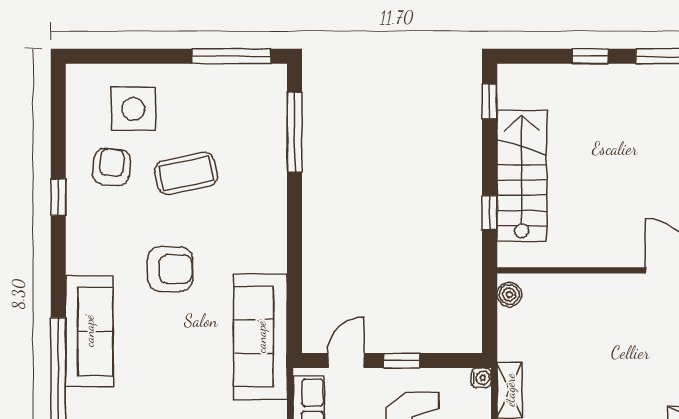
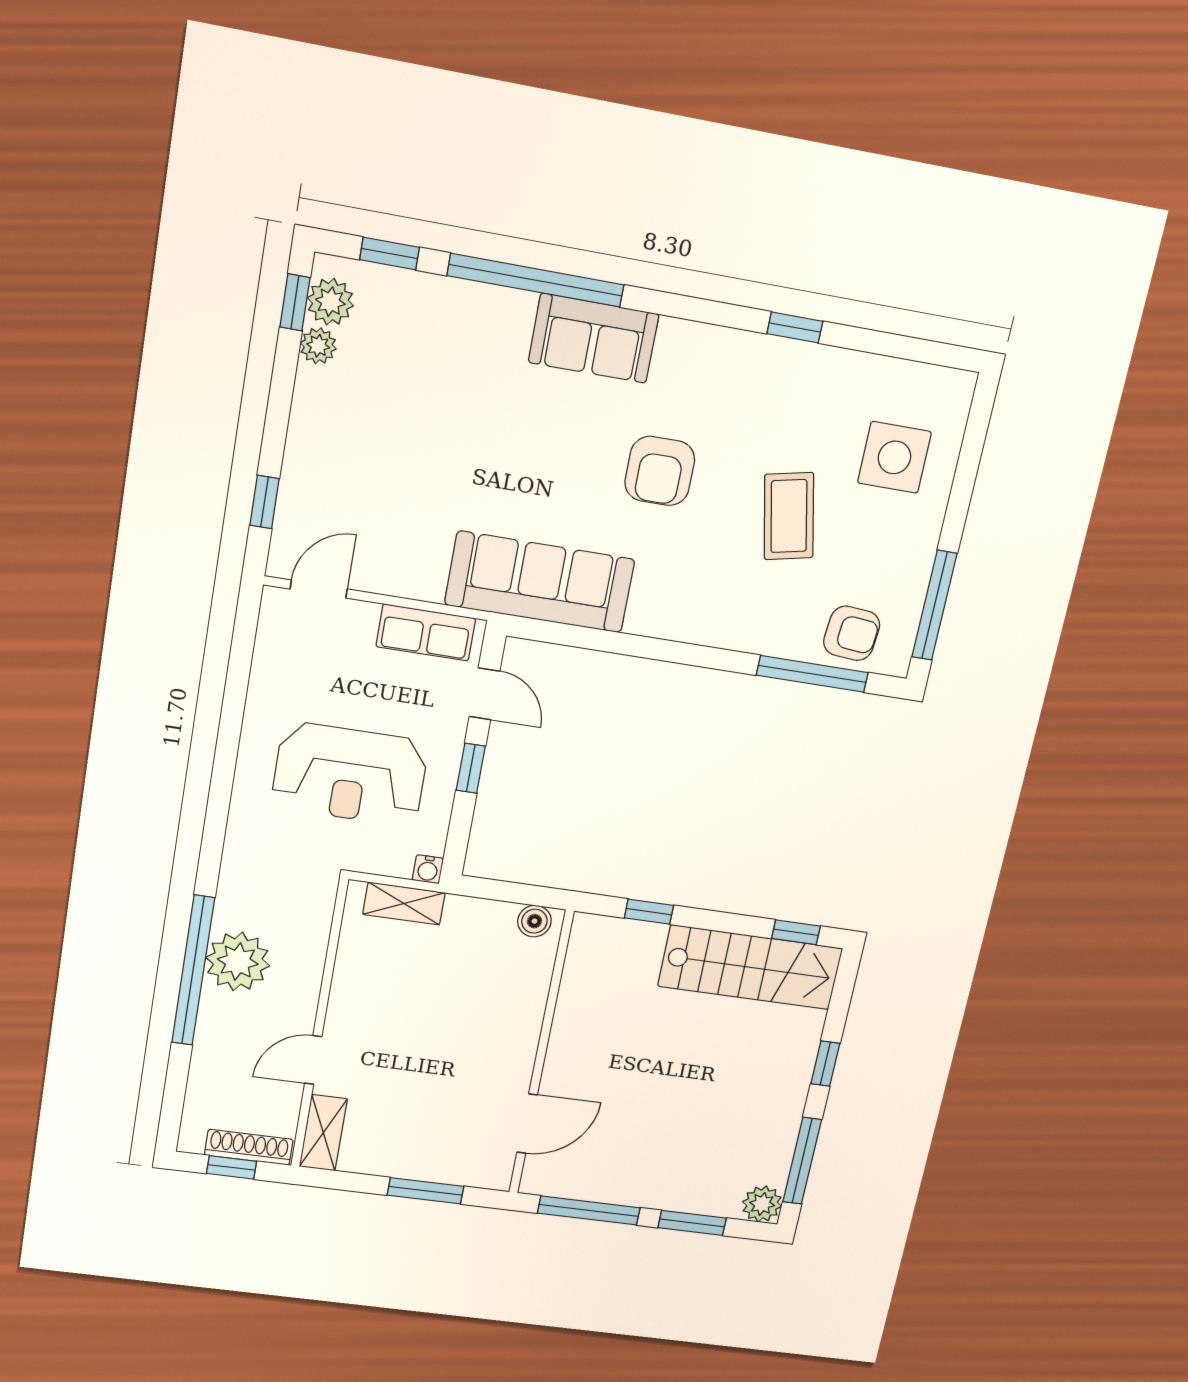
armchair: (111, 167) -> (852, 633), moved
stairs: (522, 176) -> (750, 967), moved
sofa: (89, 331) -> (594, 338), width x0.73

